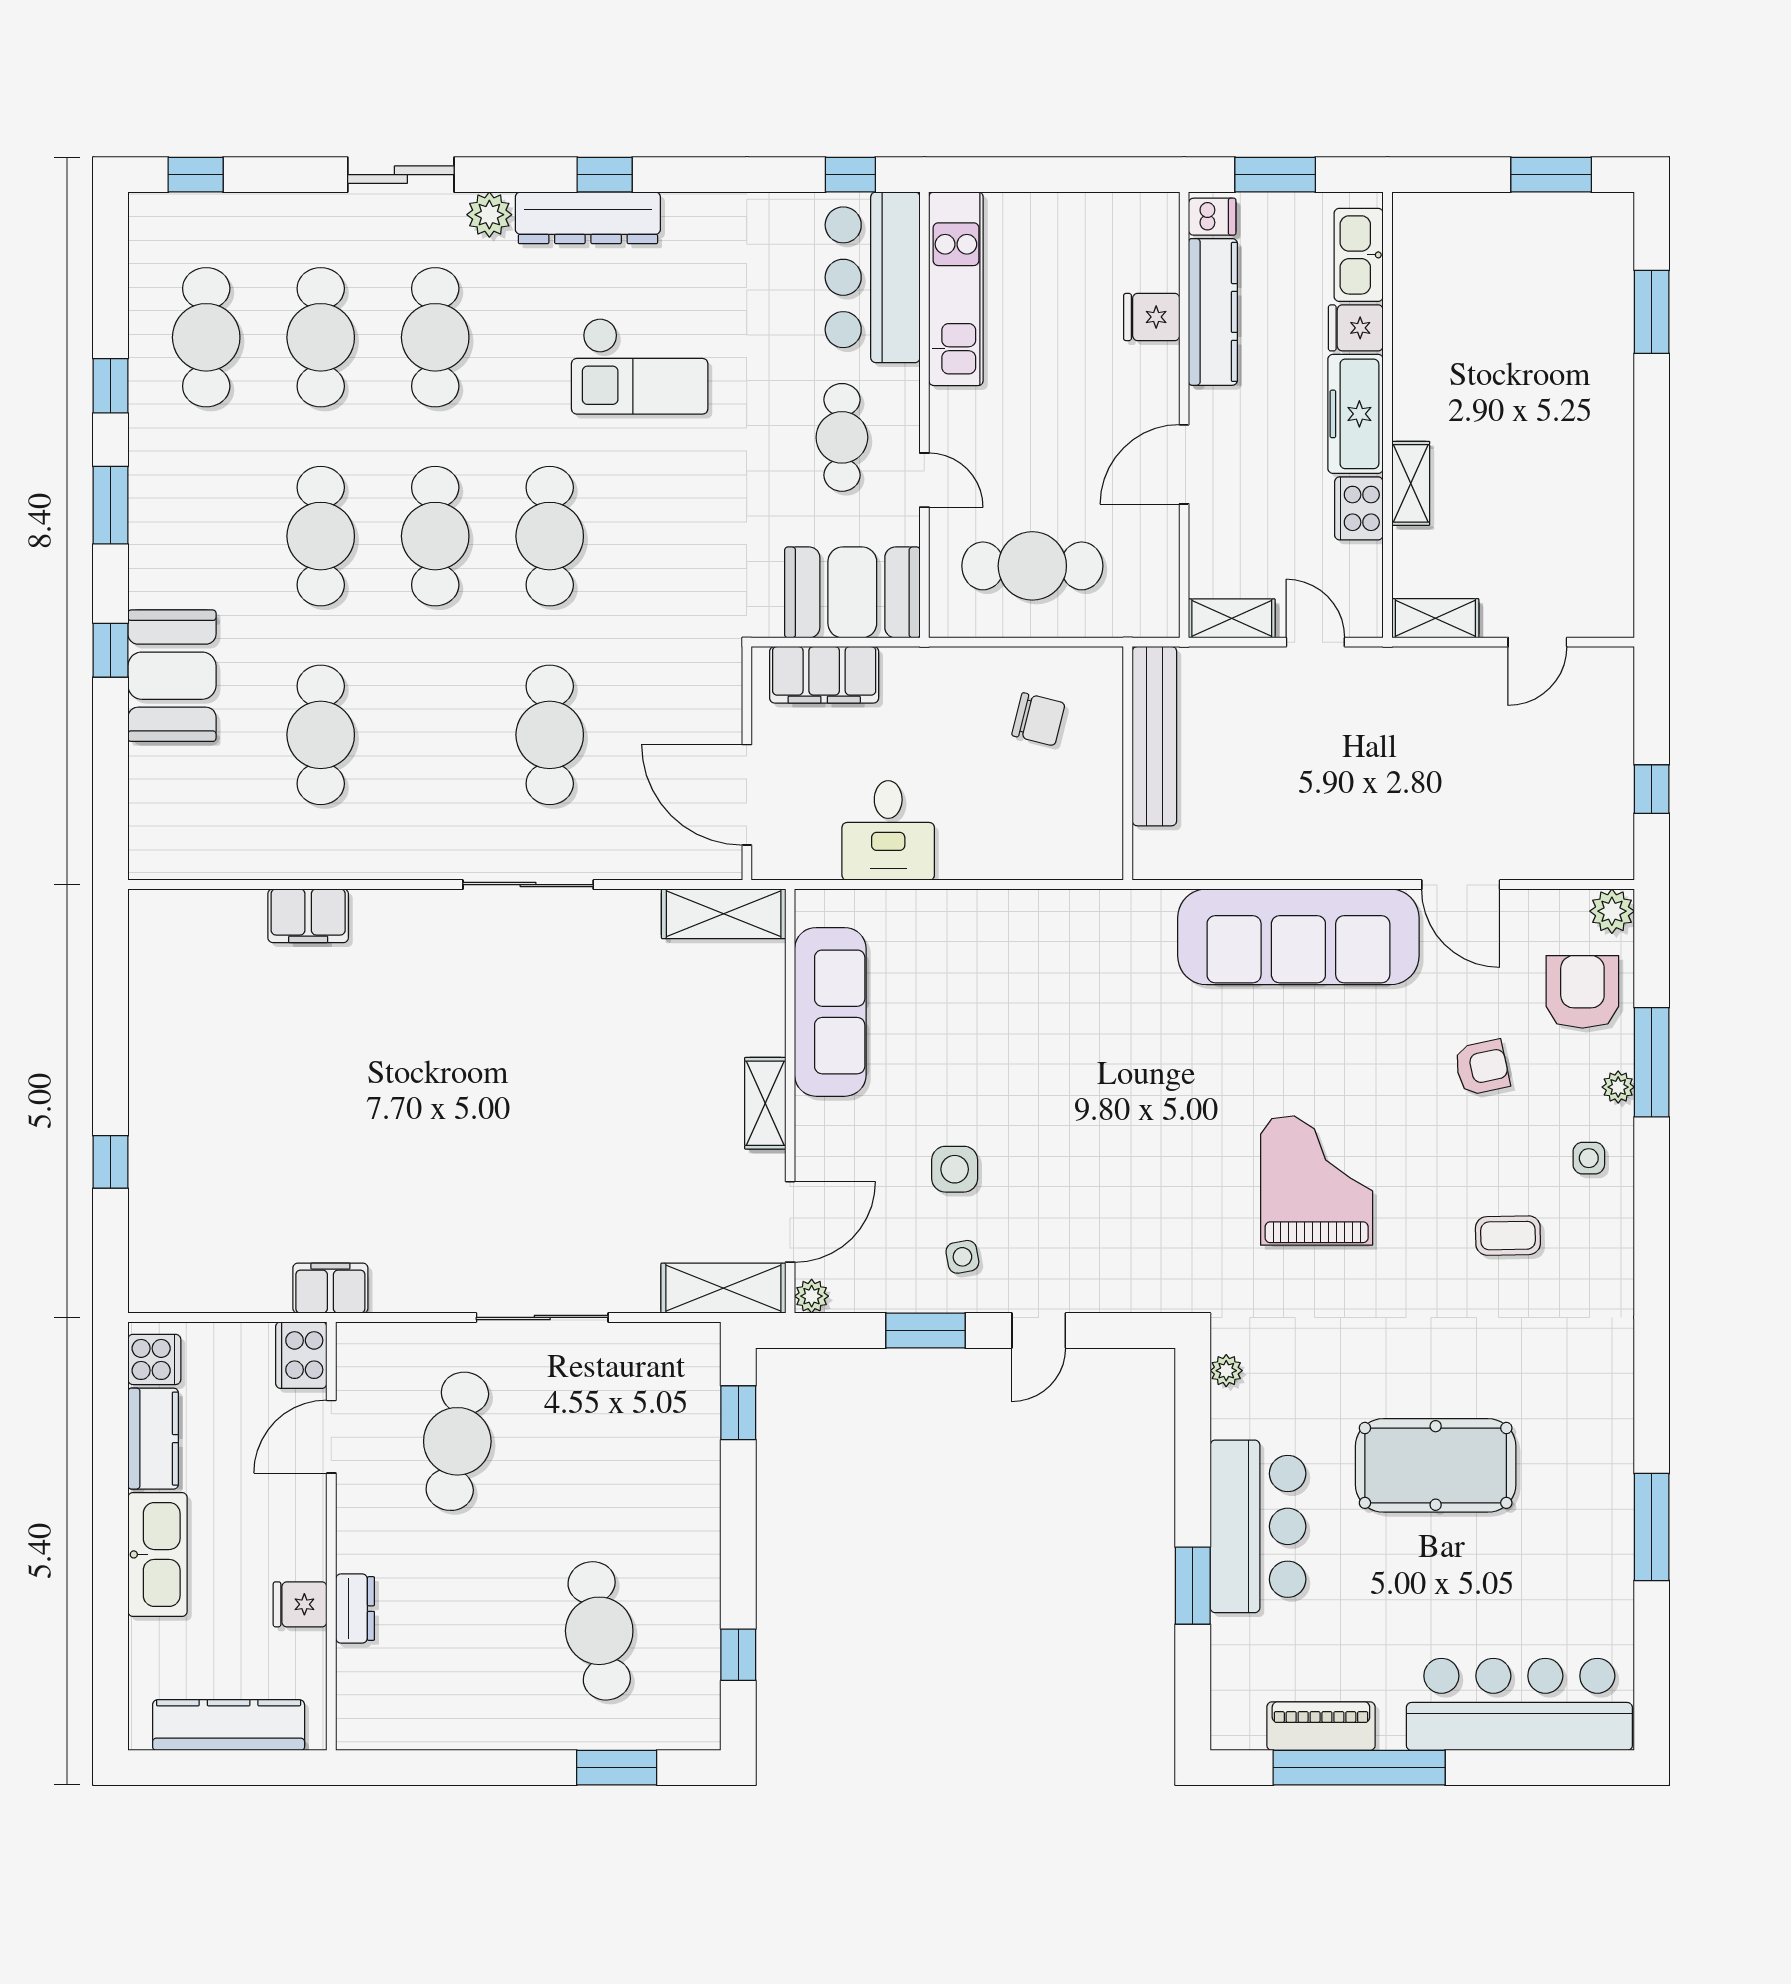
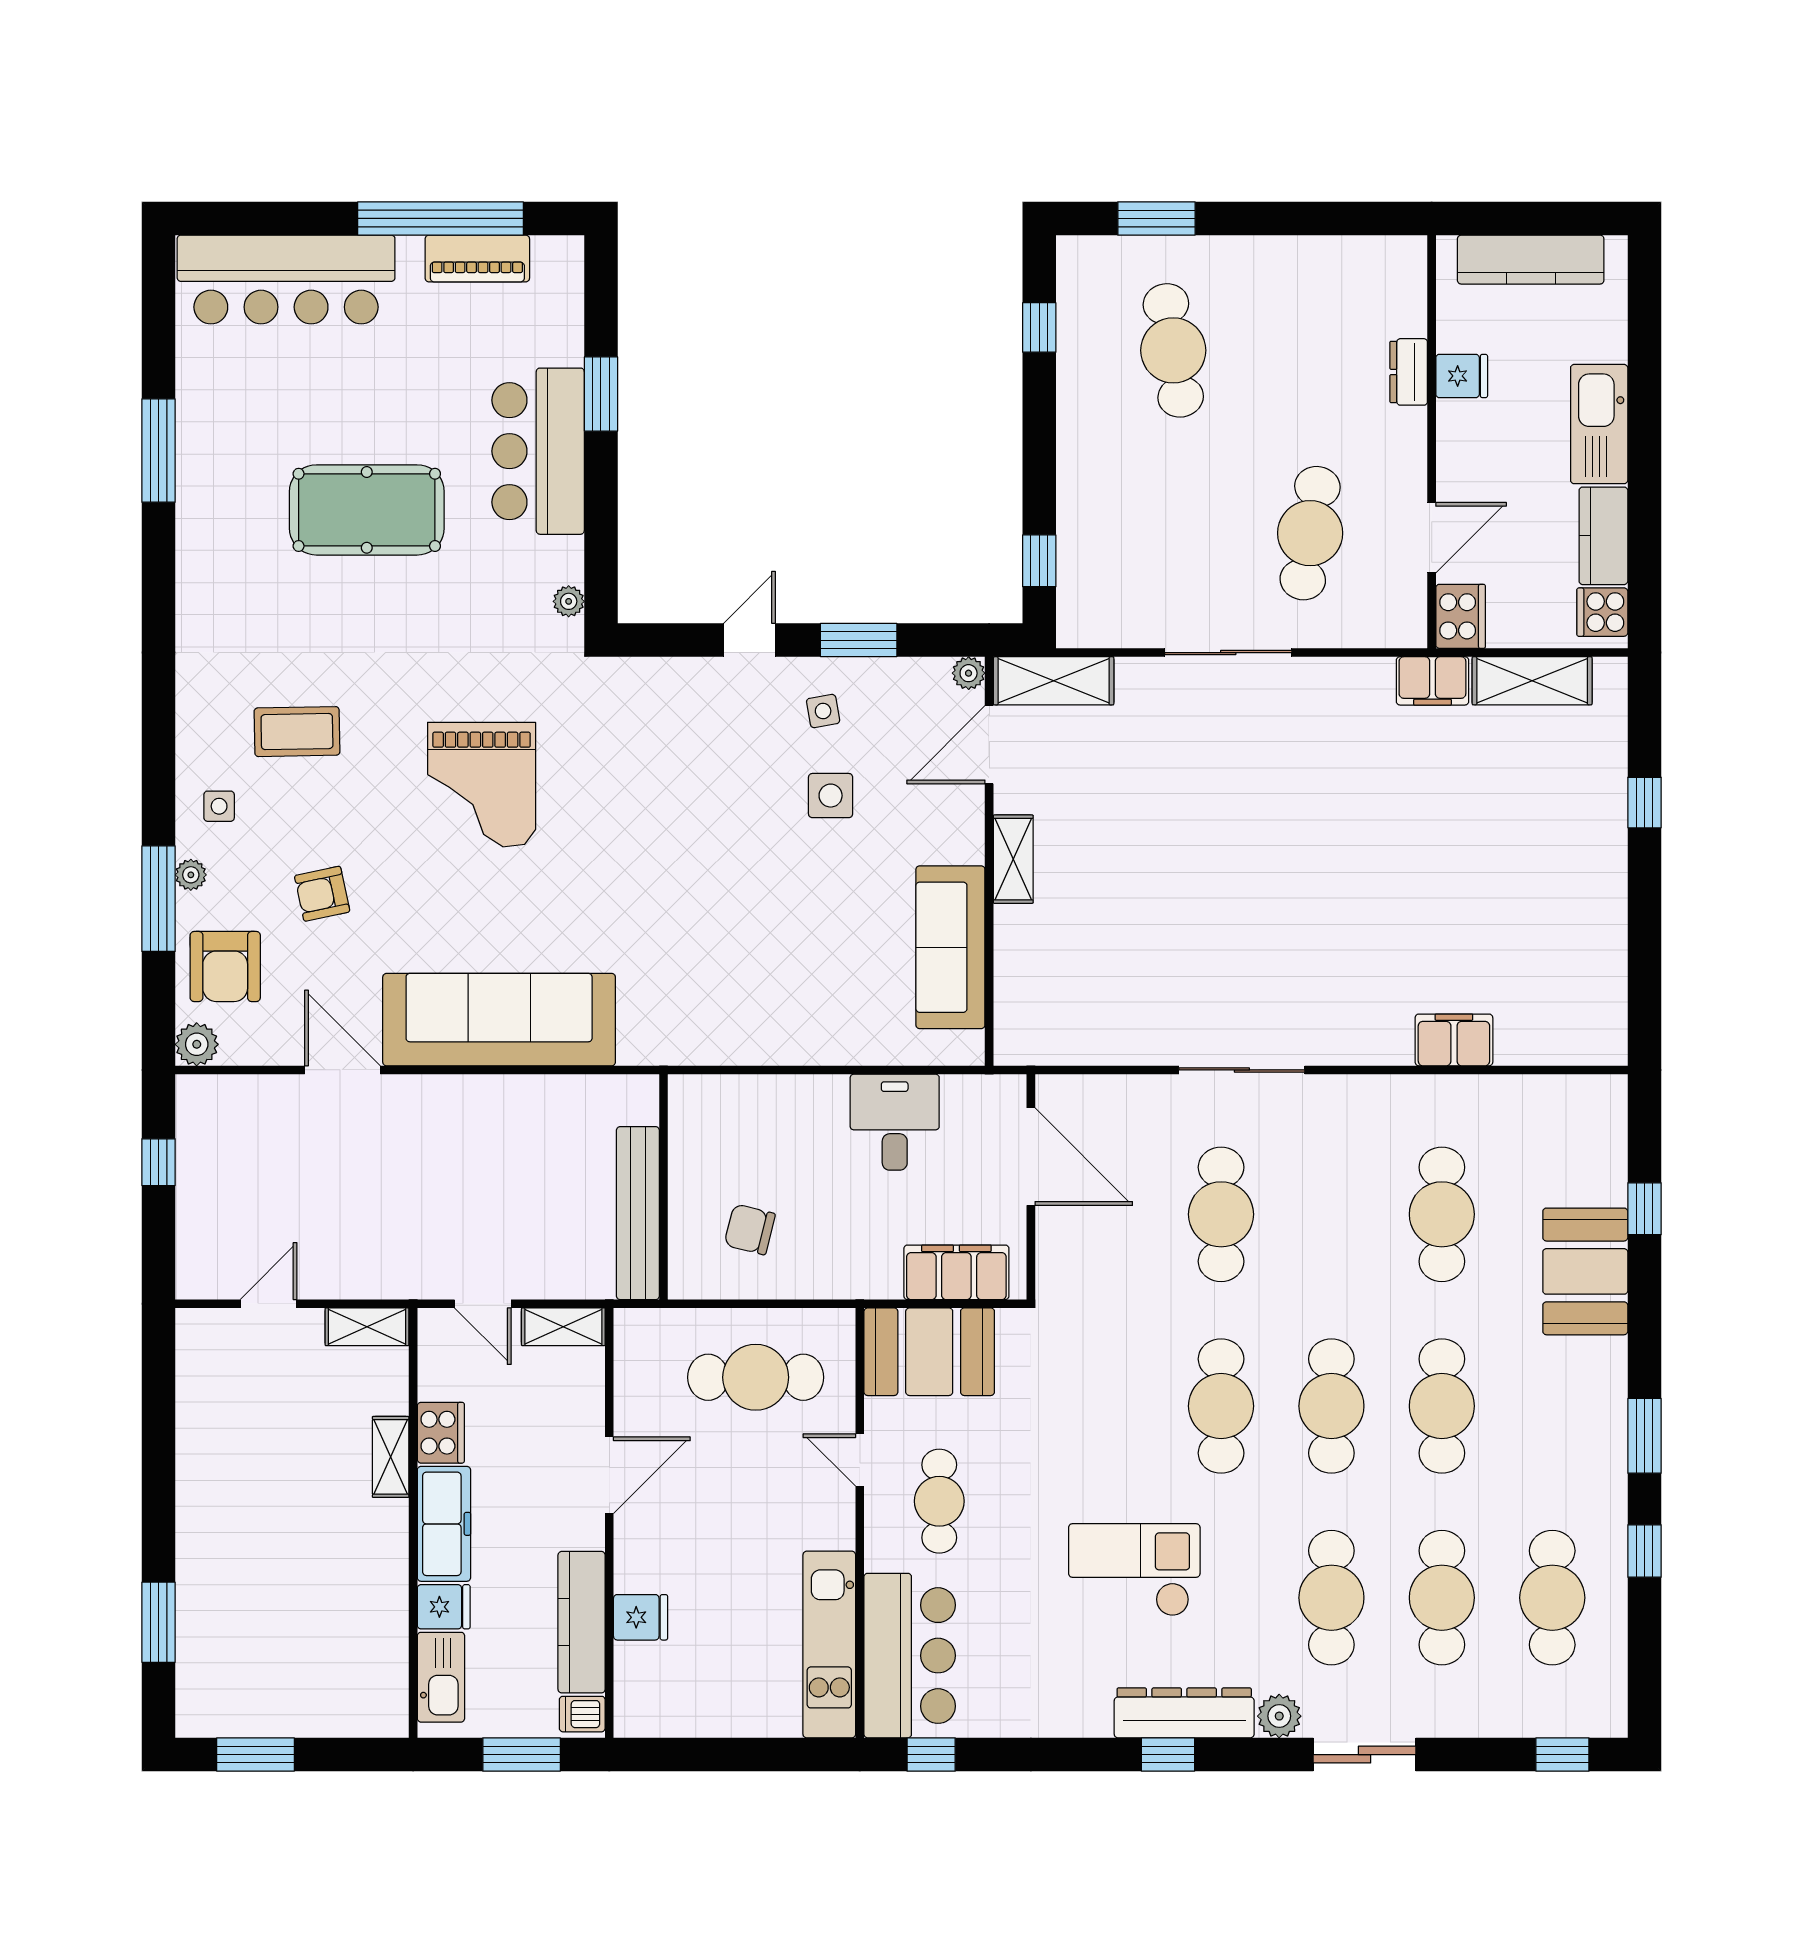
window: (111, 650) -> (1644, 1209), moved
shelving: (724, 914) -> (1532, 681), moved
coffee table: (1508, 1236) -> (297, 732), width x1.36, depth x1.30

